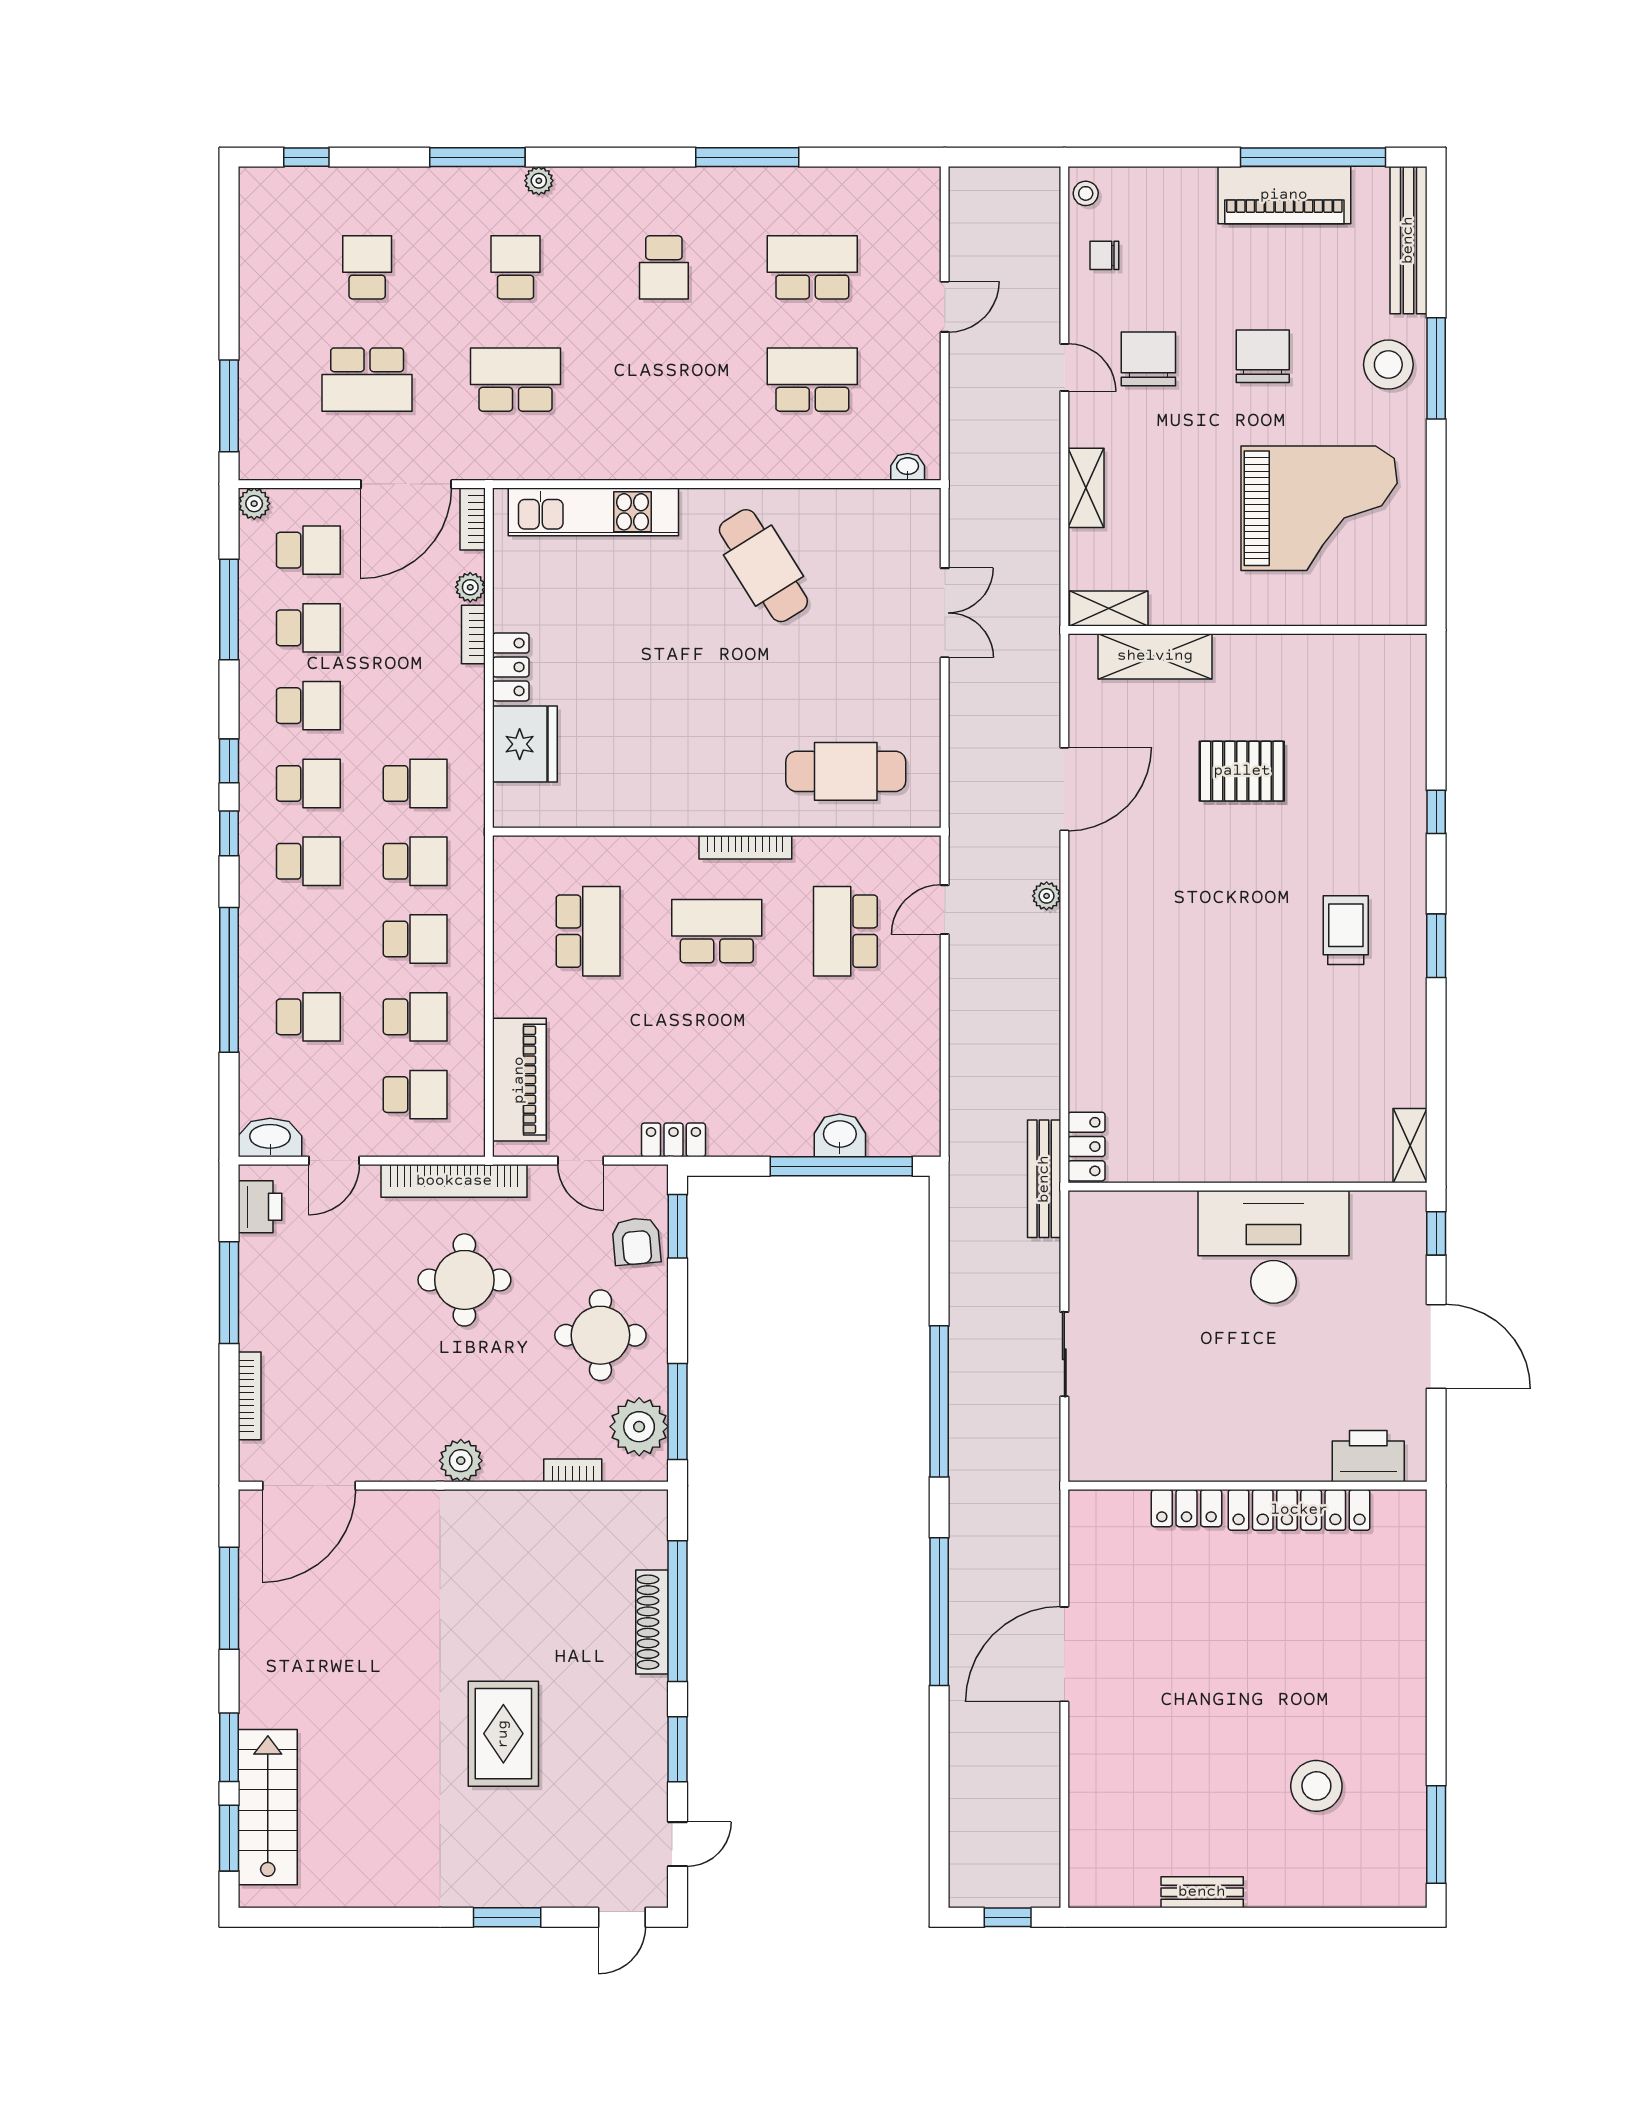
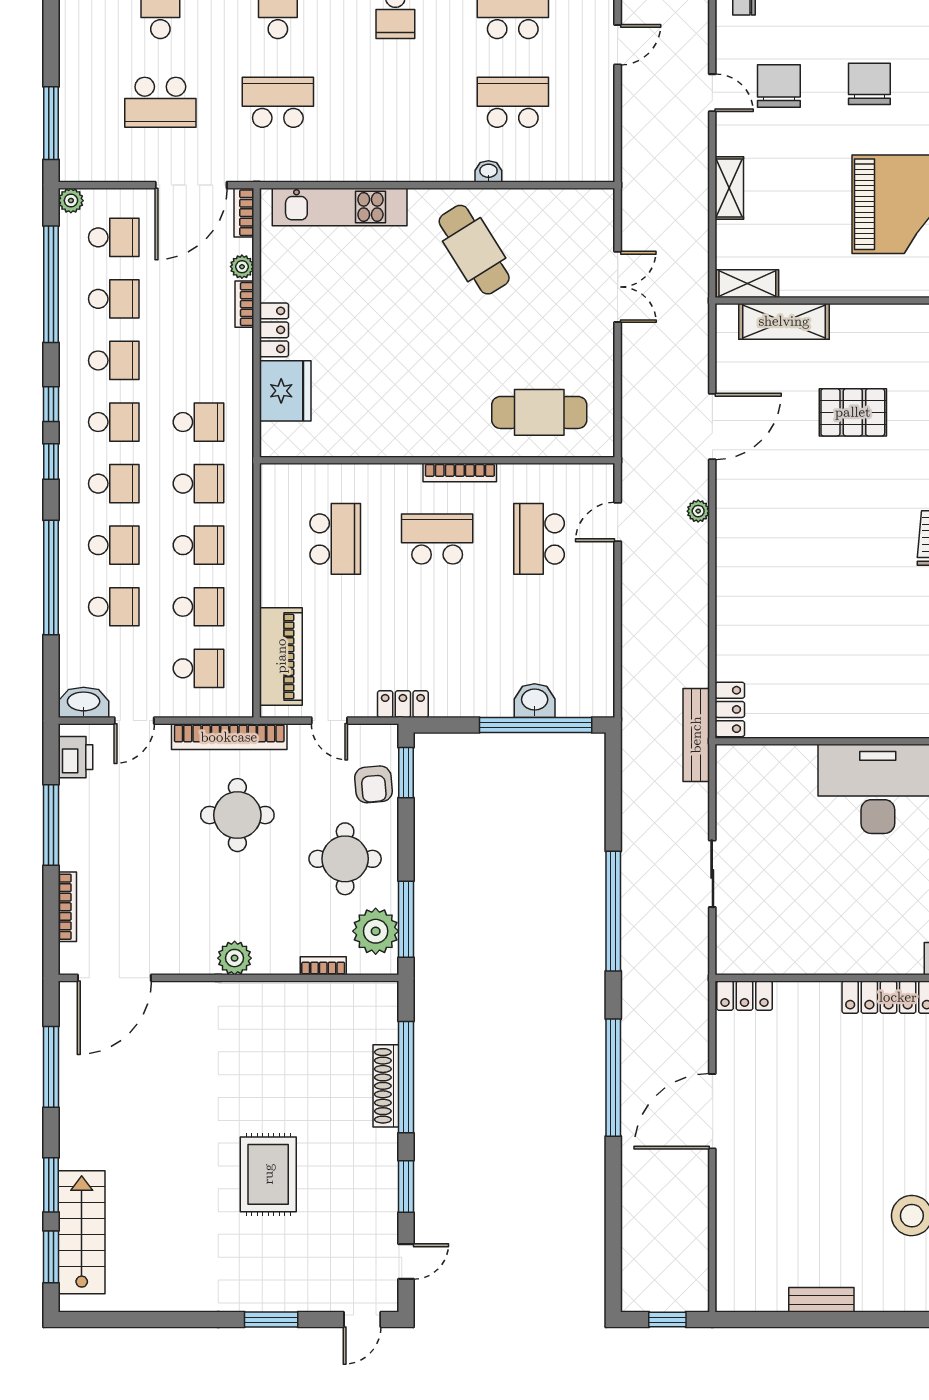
washbasin: (908, 467) -> (488, 171), moved
window: (229, 609) -> (51, 284), width x1.46
school desk: (308, 939) -> (114, 545), added
locker: (1186, 1508) -> (745, 996), moved

